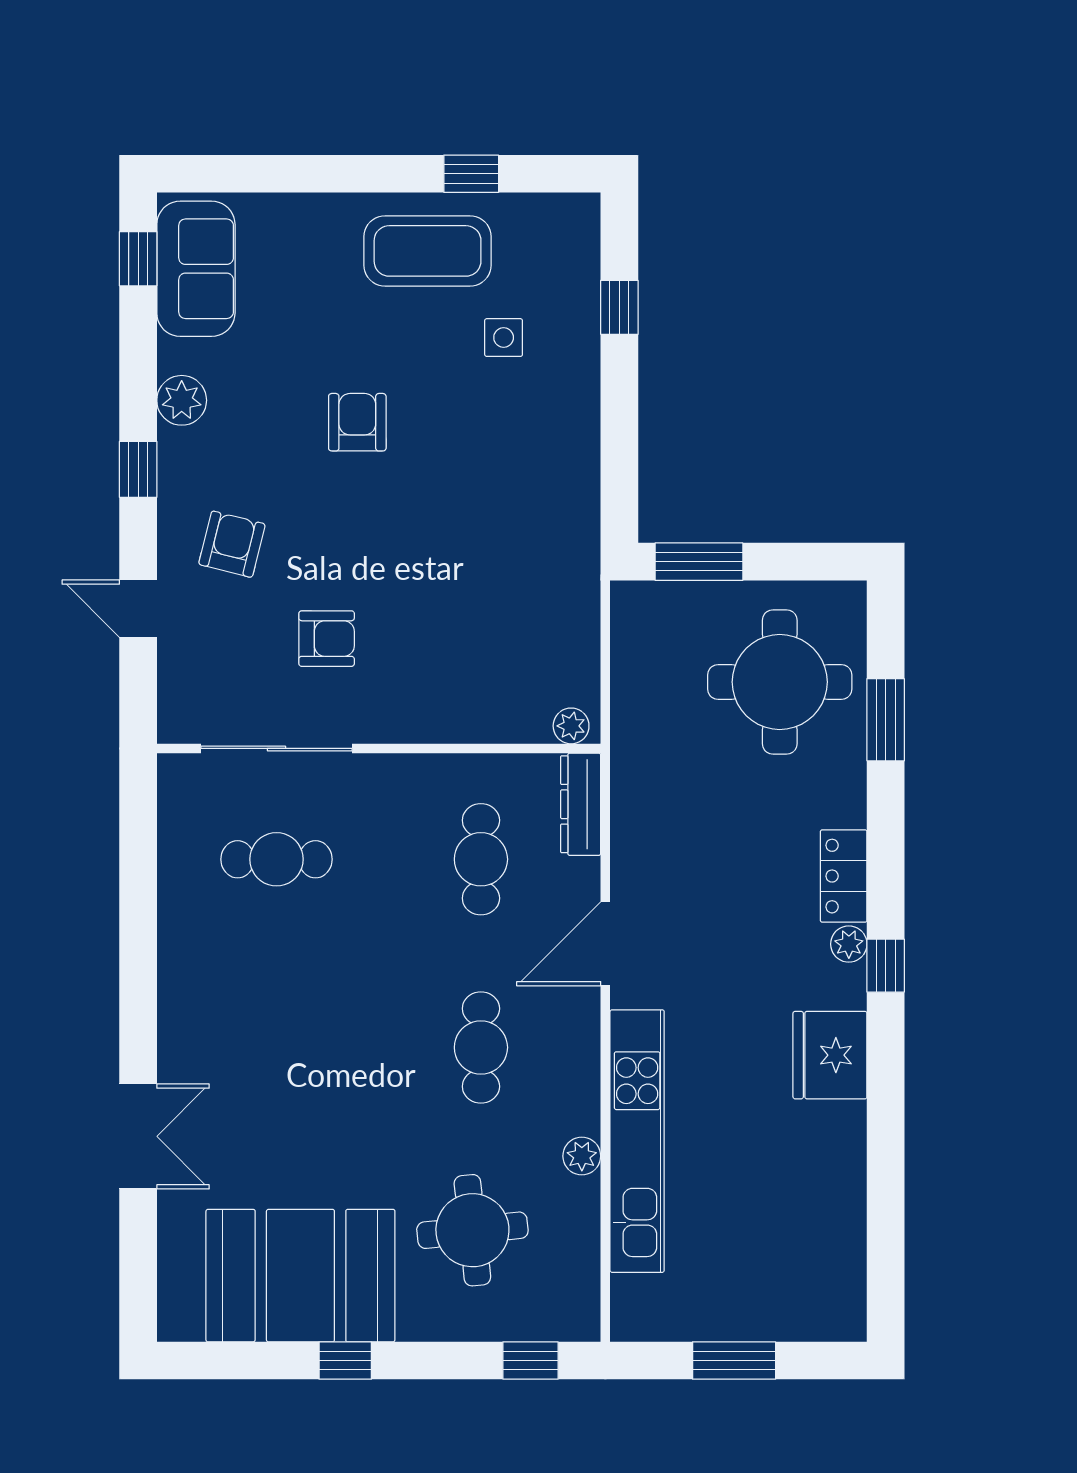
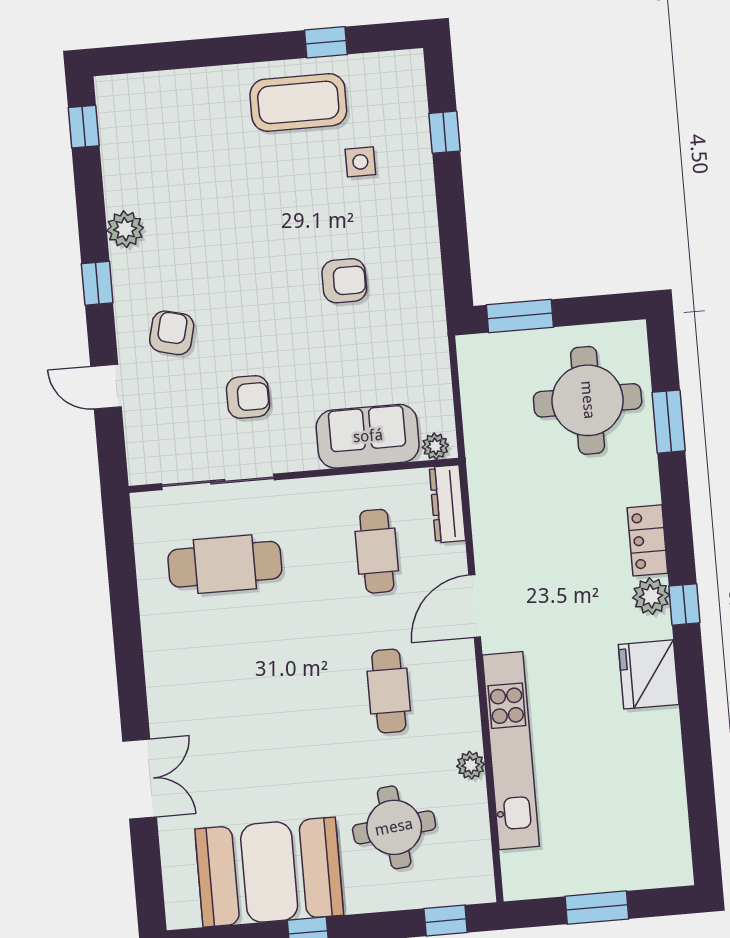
sofa: (196, 269) -> (368, 436), moved, turned -90
armchair: (357, 422) -> (344, 281), moved, turned 90
cafe table: (277, 859) -> (225, 564), width x1.37, depth x1.35
plant: (849, 944) -> (651, 596), width x1.38, depth x1.38

